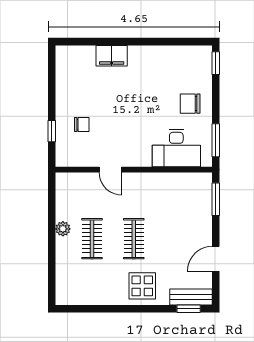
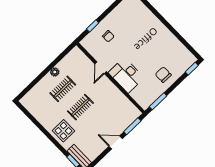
filing cabinet: (112, 56) -> (151, 20), removed
desk: (176, 148) -> (126, 75), moved
door: (216, 259) -> (116, 142), moved

